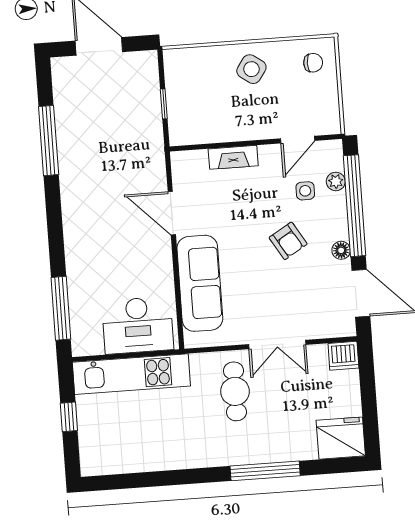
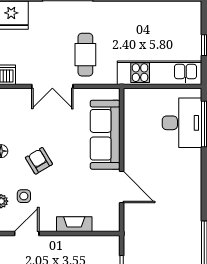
desk: (138, 325) -> (182, 123), moved, turned 90
double door: (277, 344) -> (52, 86), swing flipped

